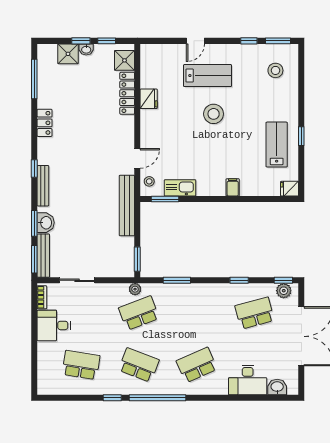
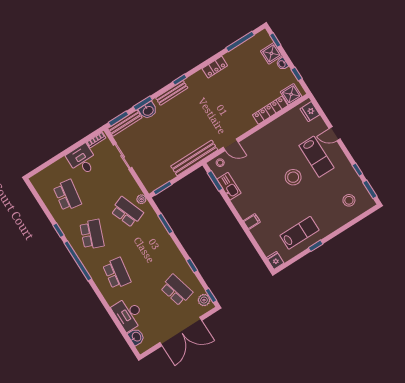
window: (81, 41) -> (275, 40), moved
fridge: (149, 99) -> (310, 112), moved, turned 90
school desk: (197, 365) -> (117, 273), turned 33

